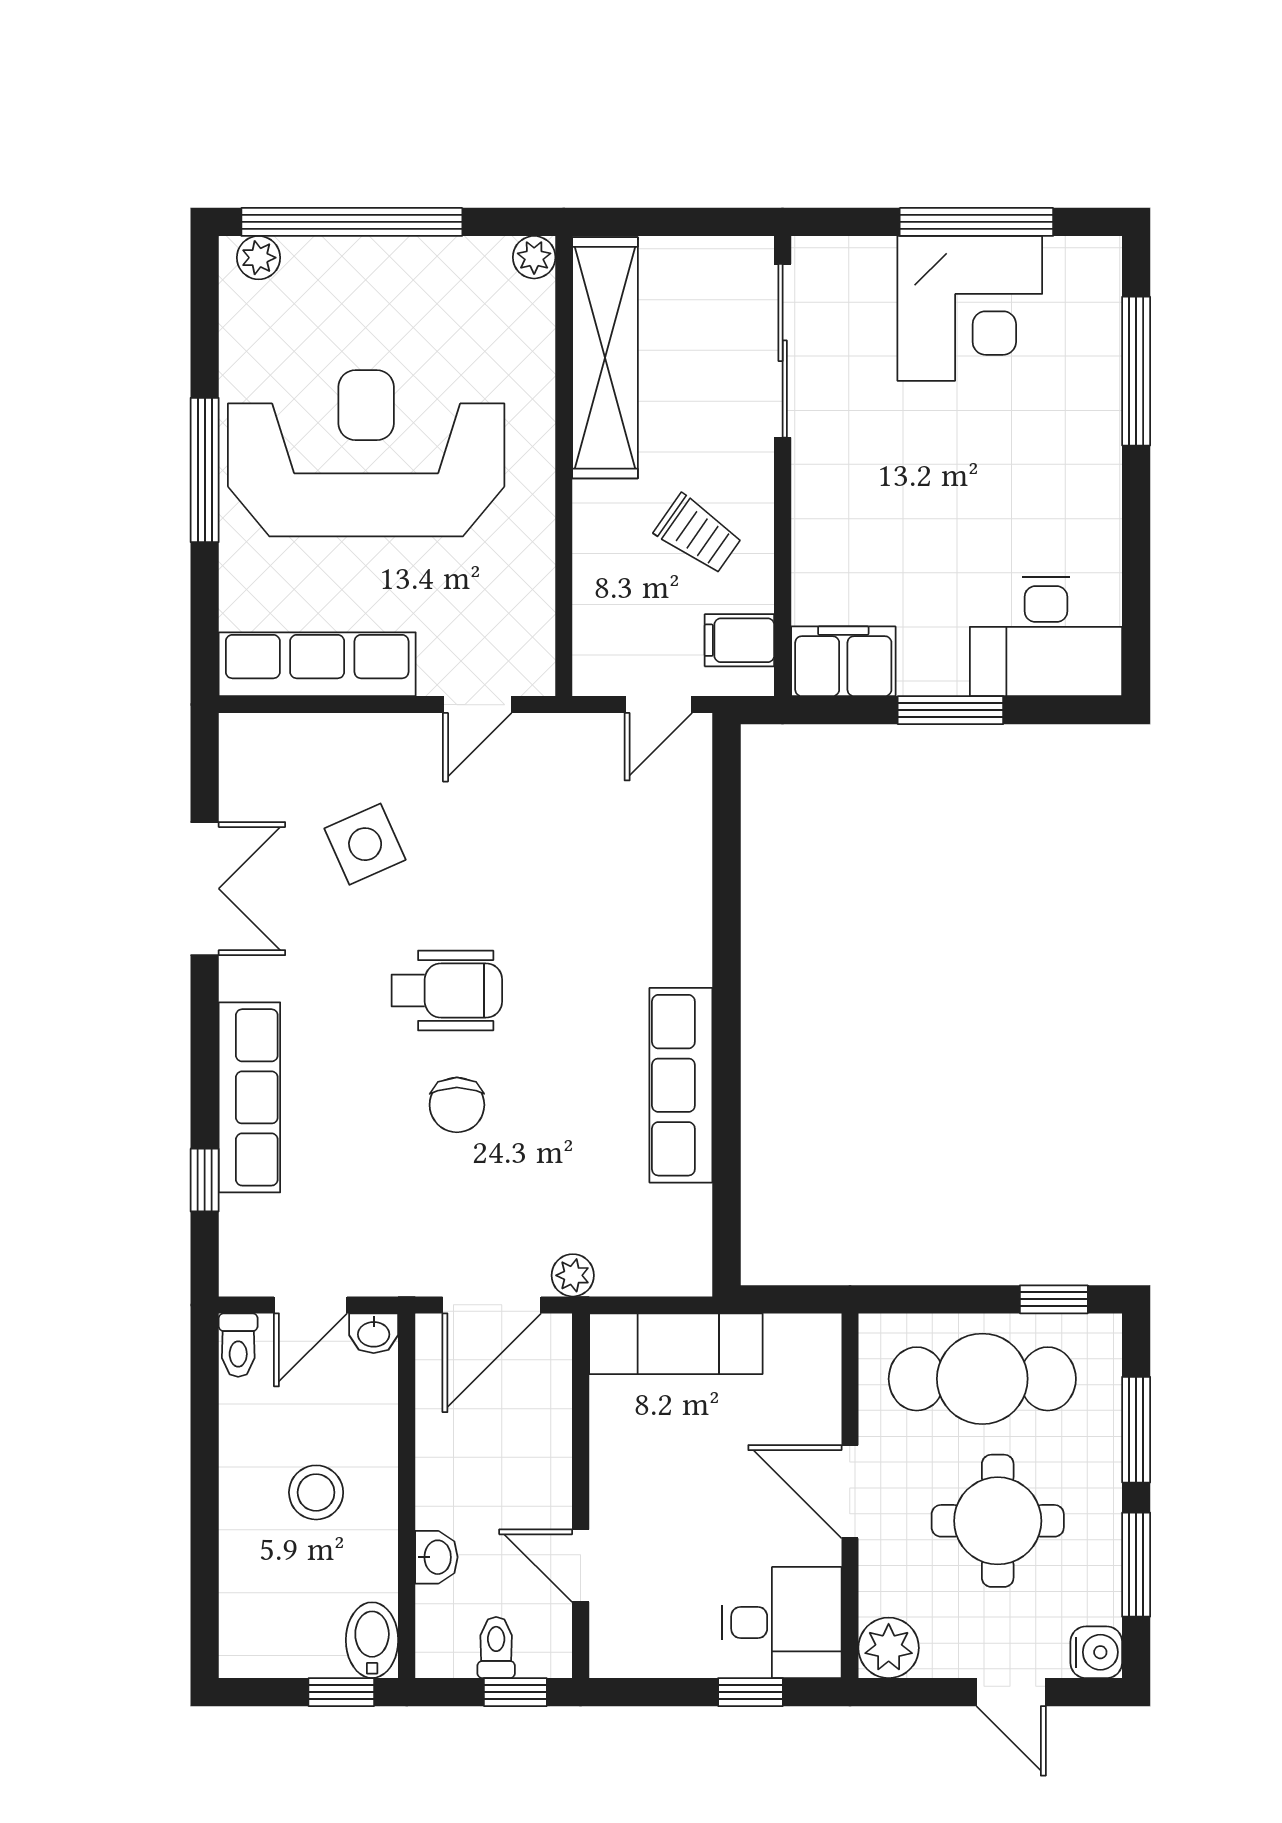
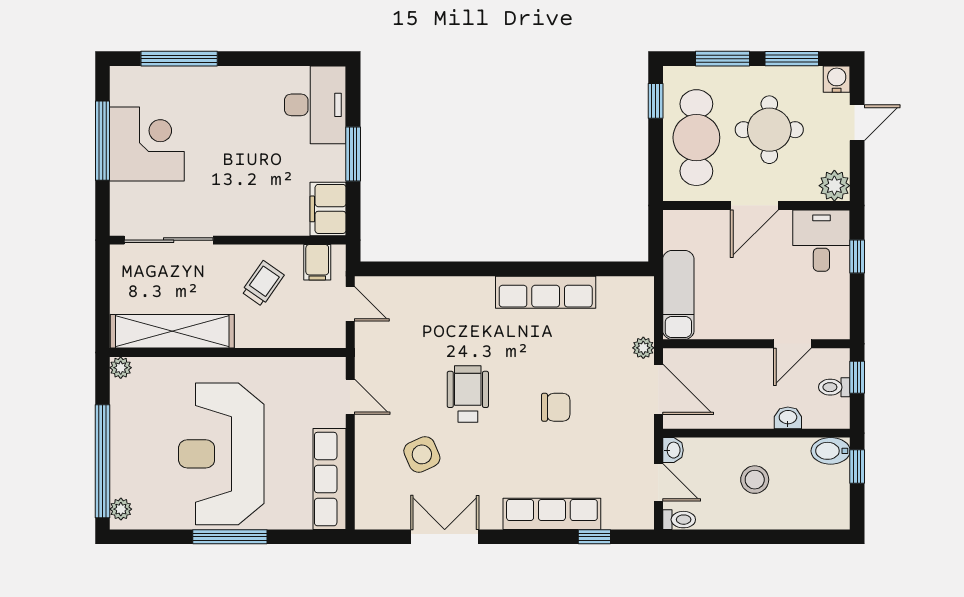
wheelchair: (447, 990) -> (468, 394), moved

